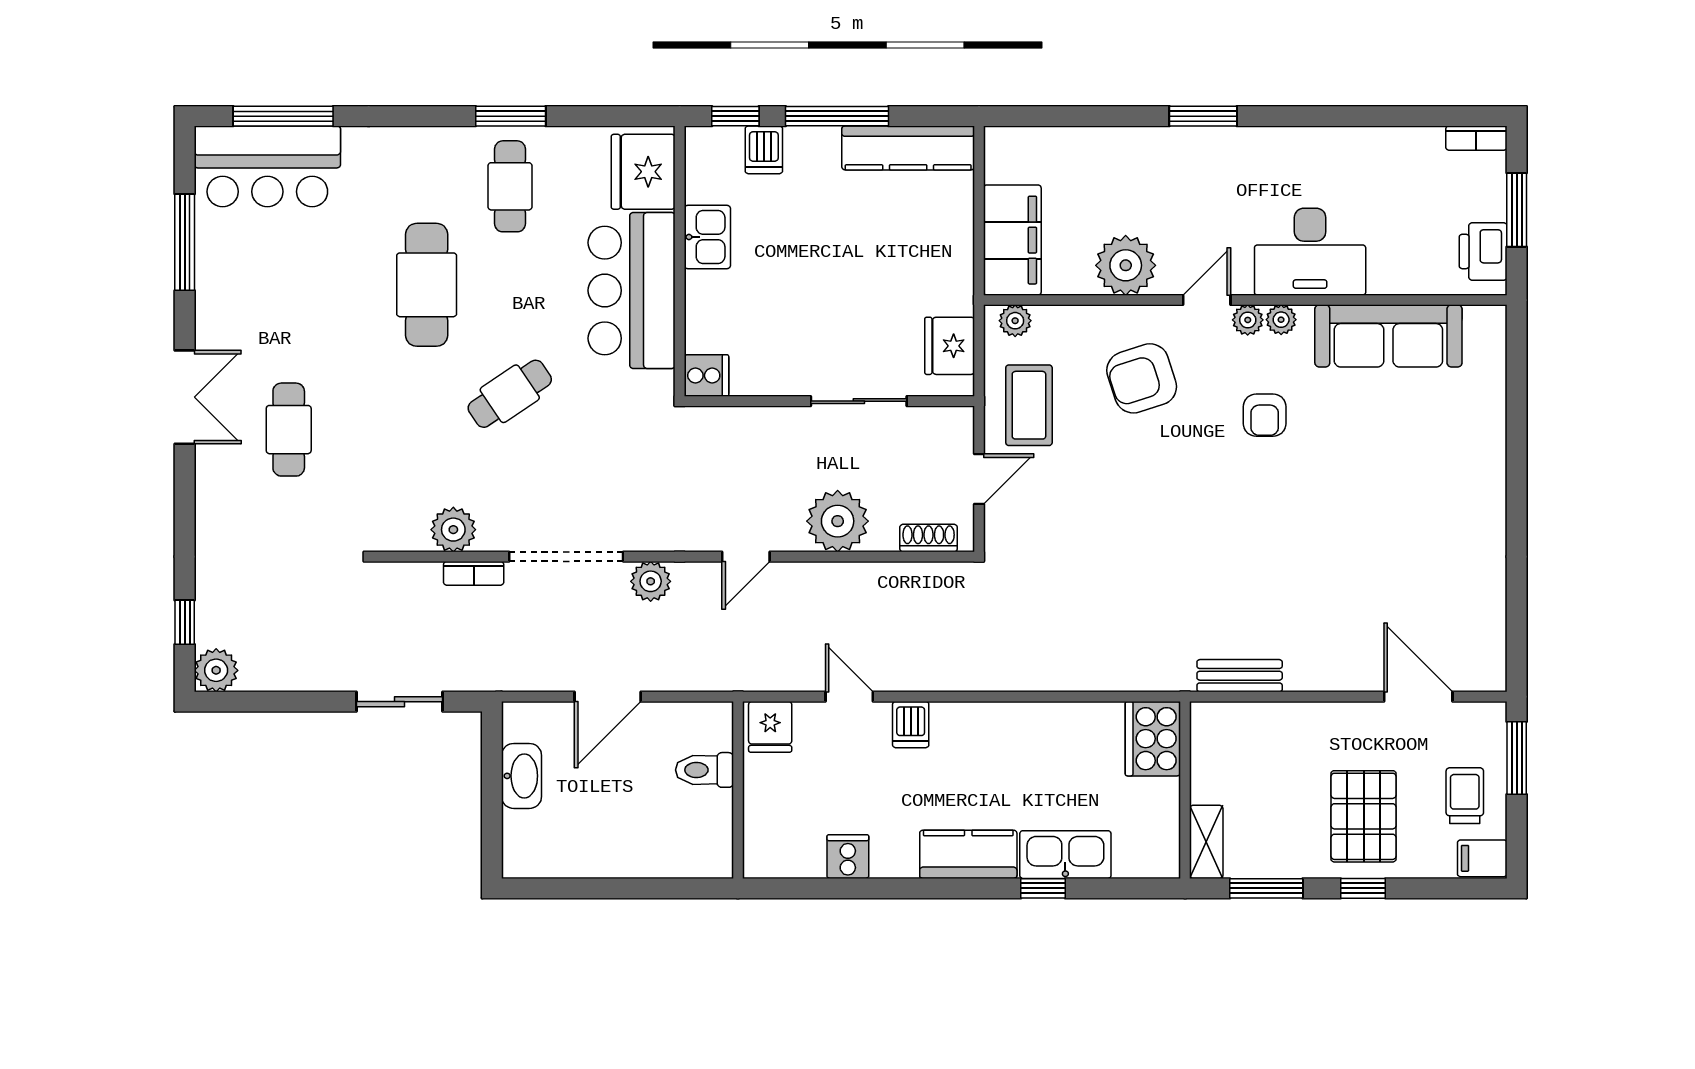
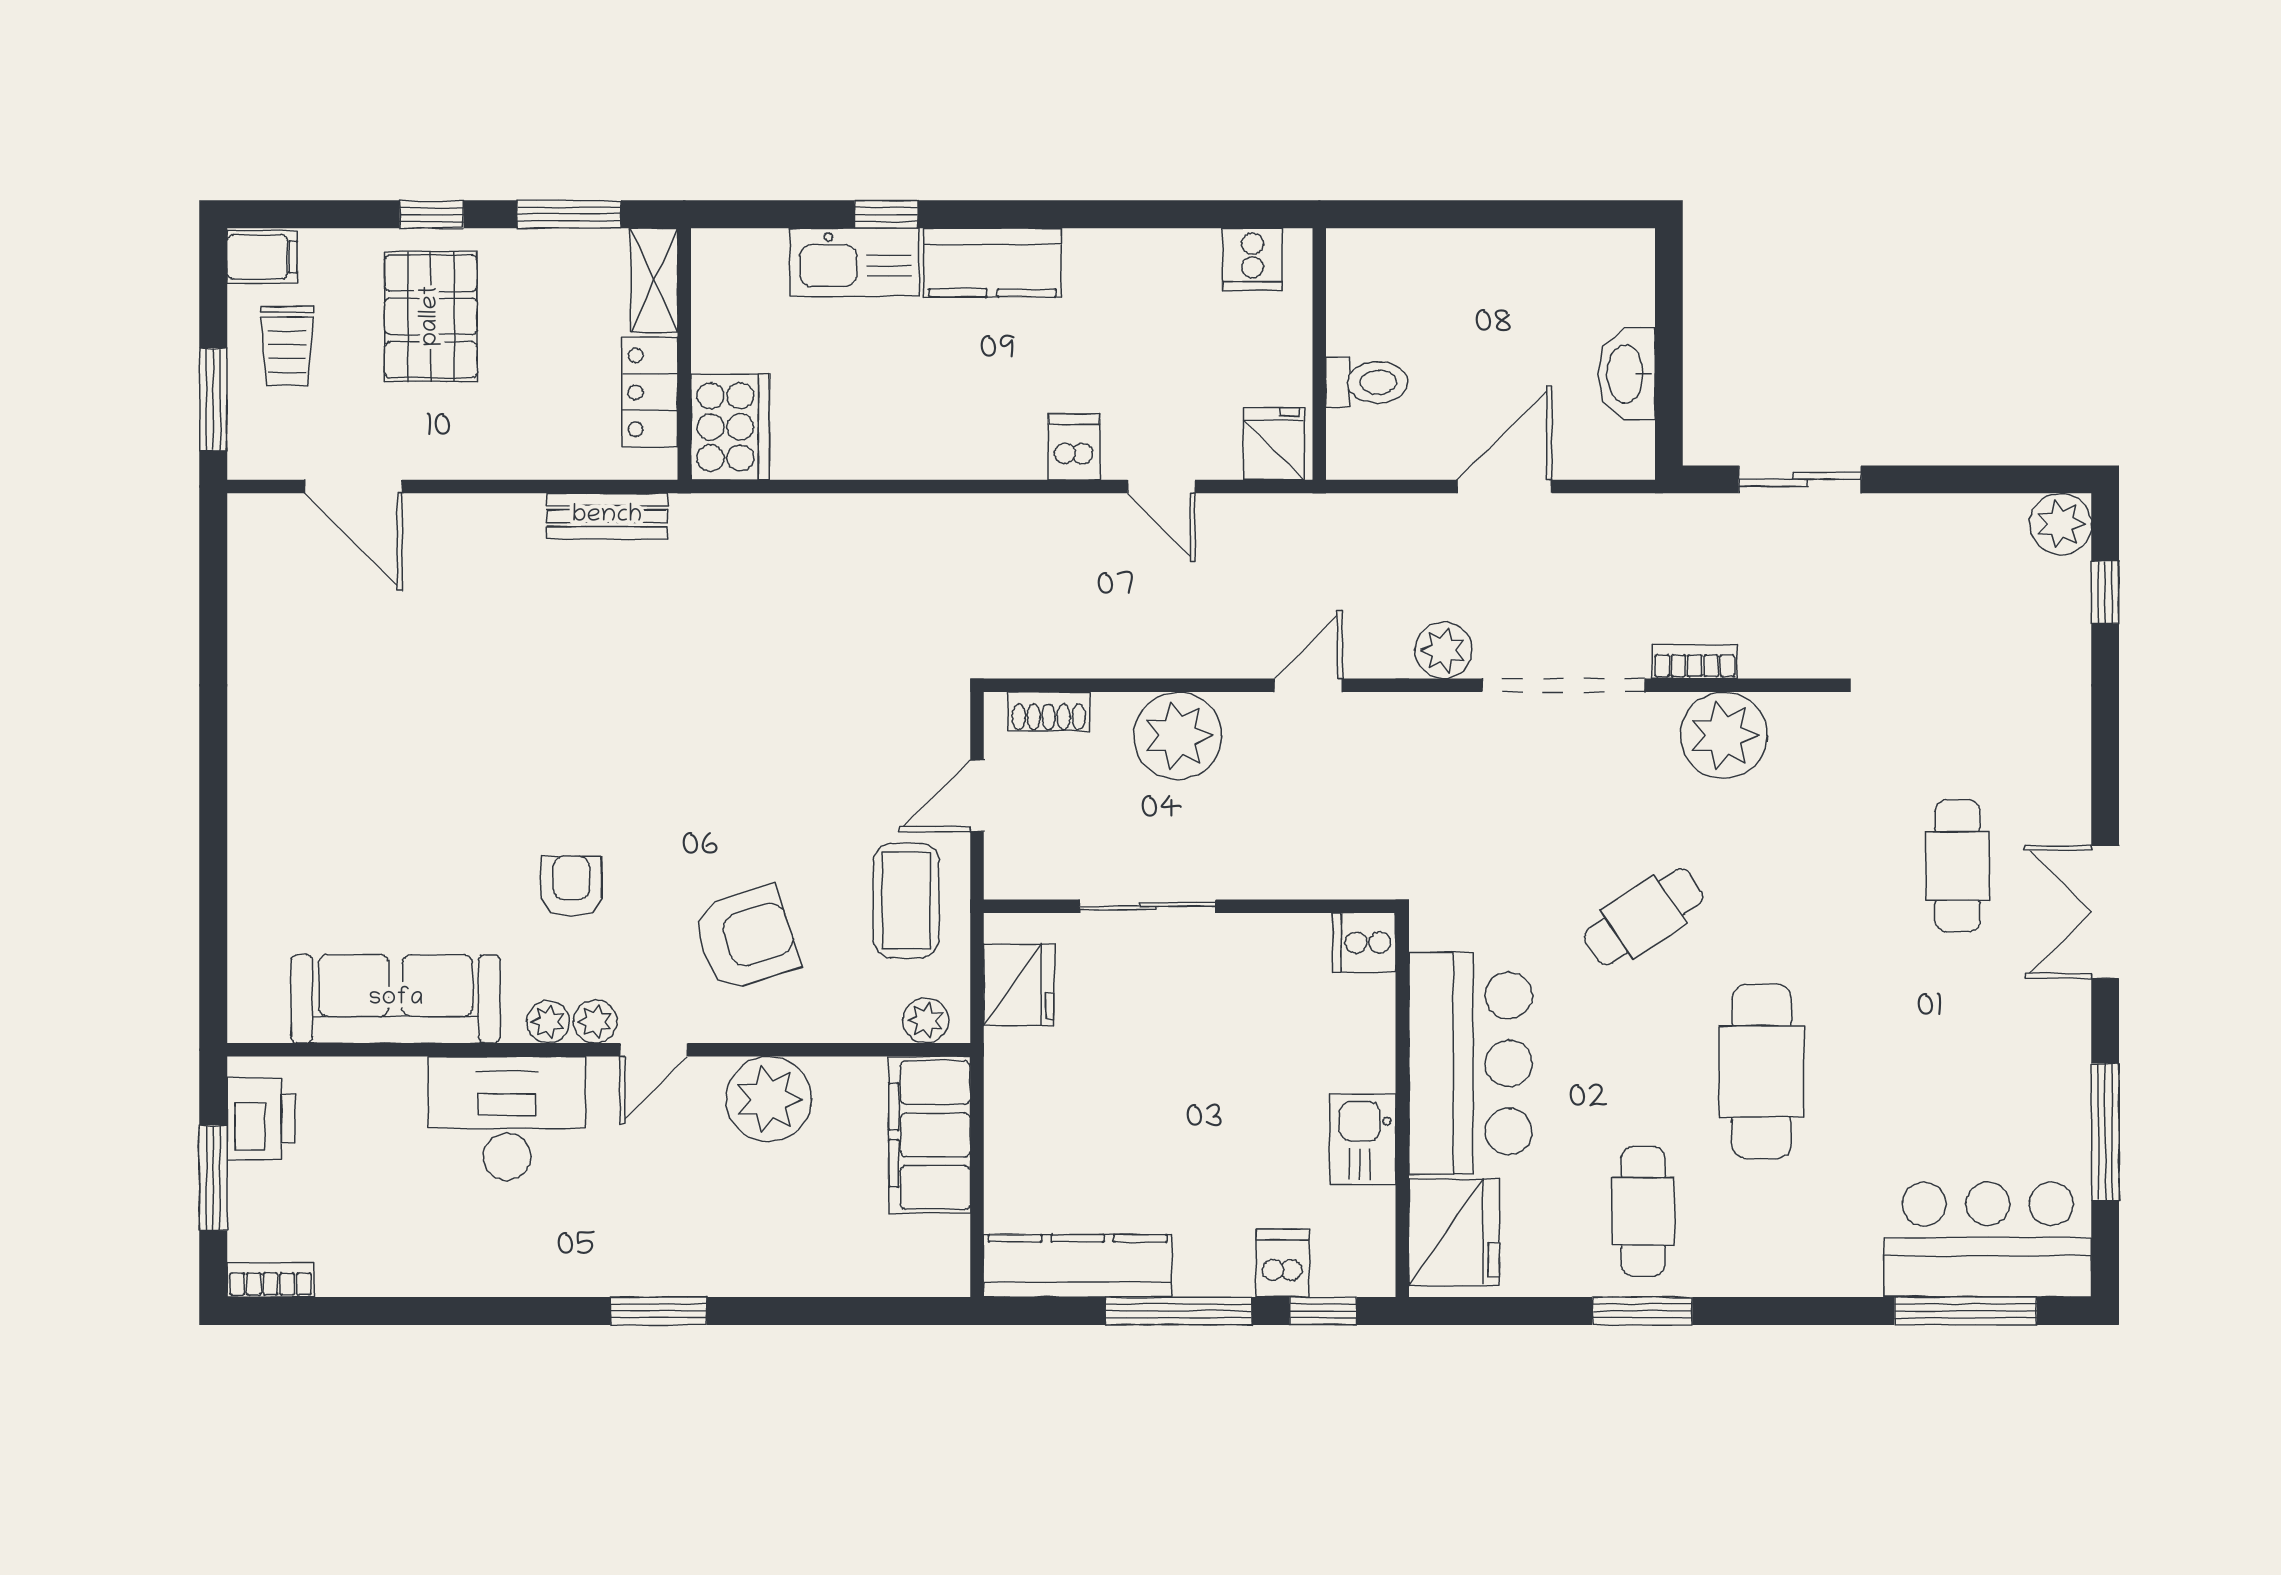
plant: (453, 530) -> (1724, 735), width x1.36, depth x1.36
locker: (1209, 763) -> (650, 392), added
cooker: (848, 857) -> (1252, 259), moved

